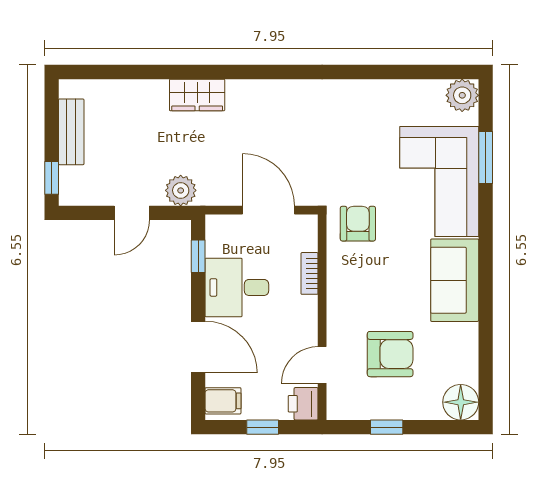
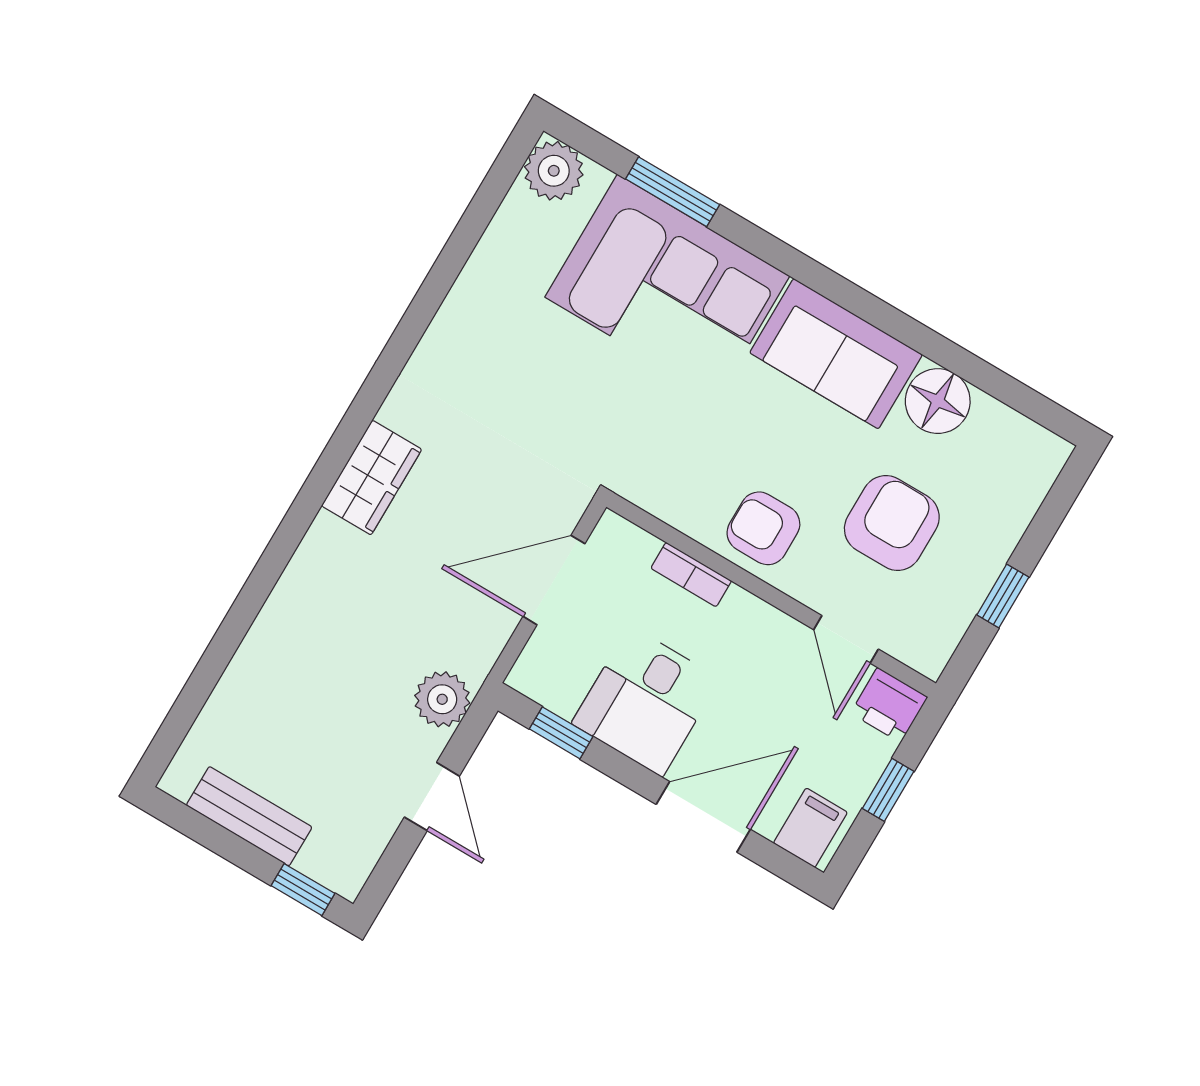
wardrobe: (197, 95) -> (372, 478), moved
armchair: (358, 224) -> (763, 528), moved
floor lamp: (461, 402) -> (938, 401), moved

